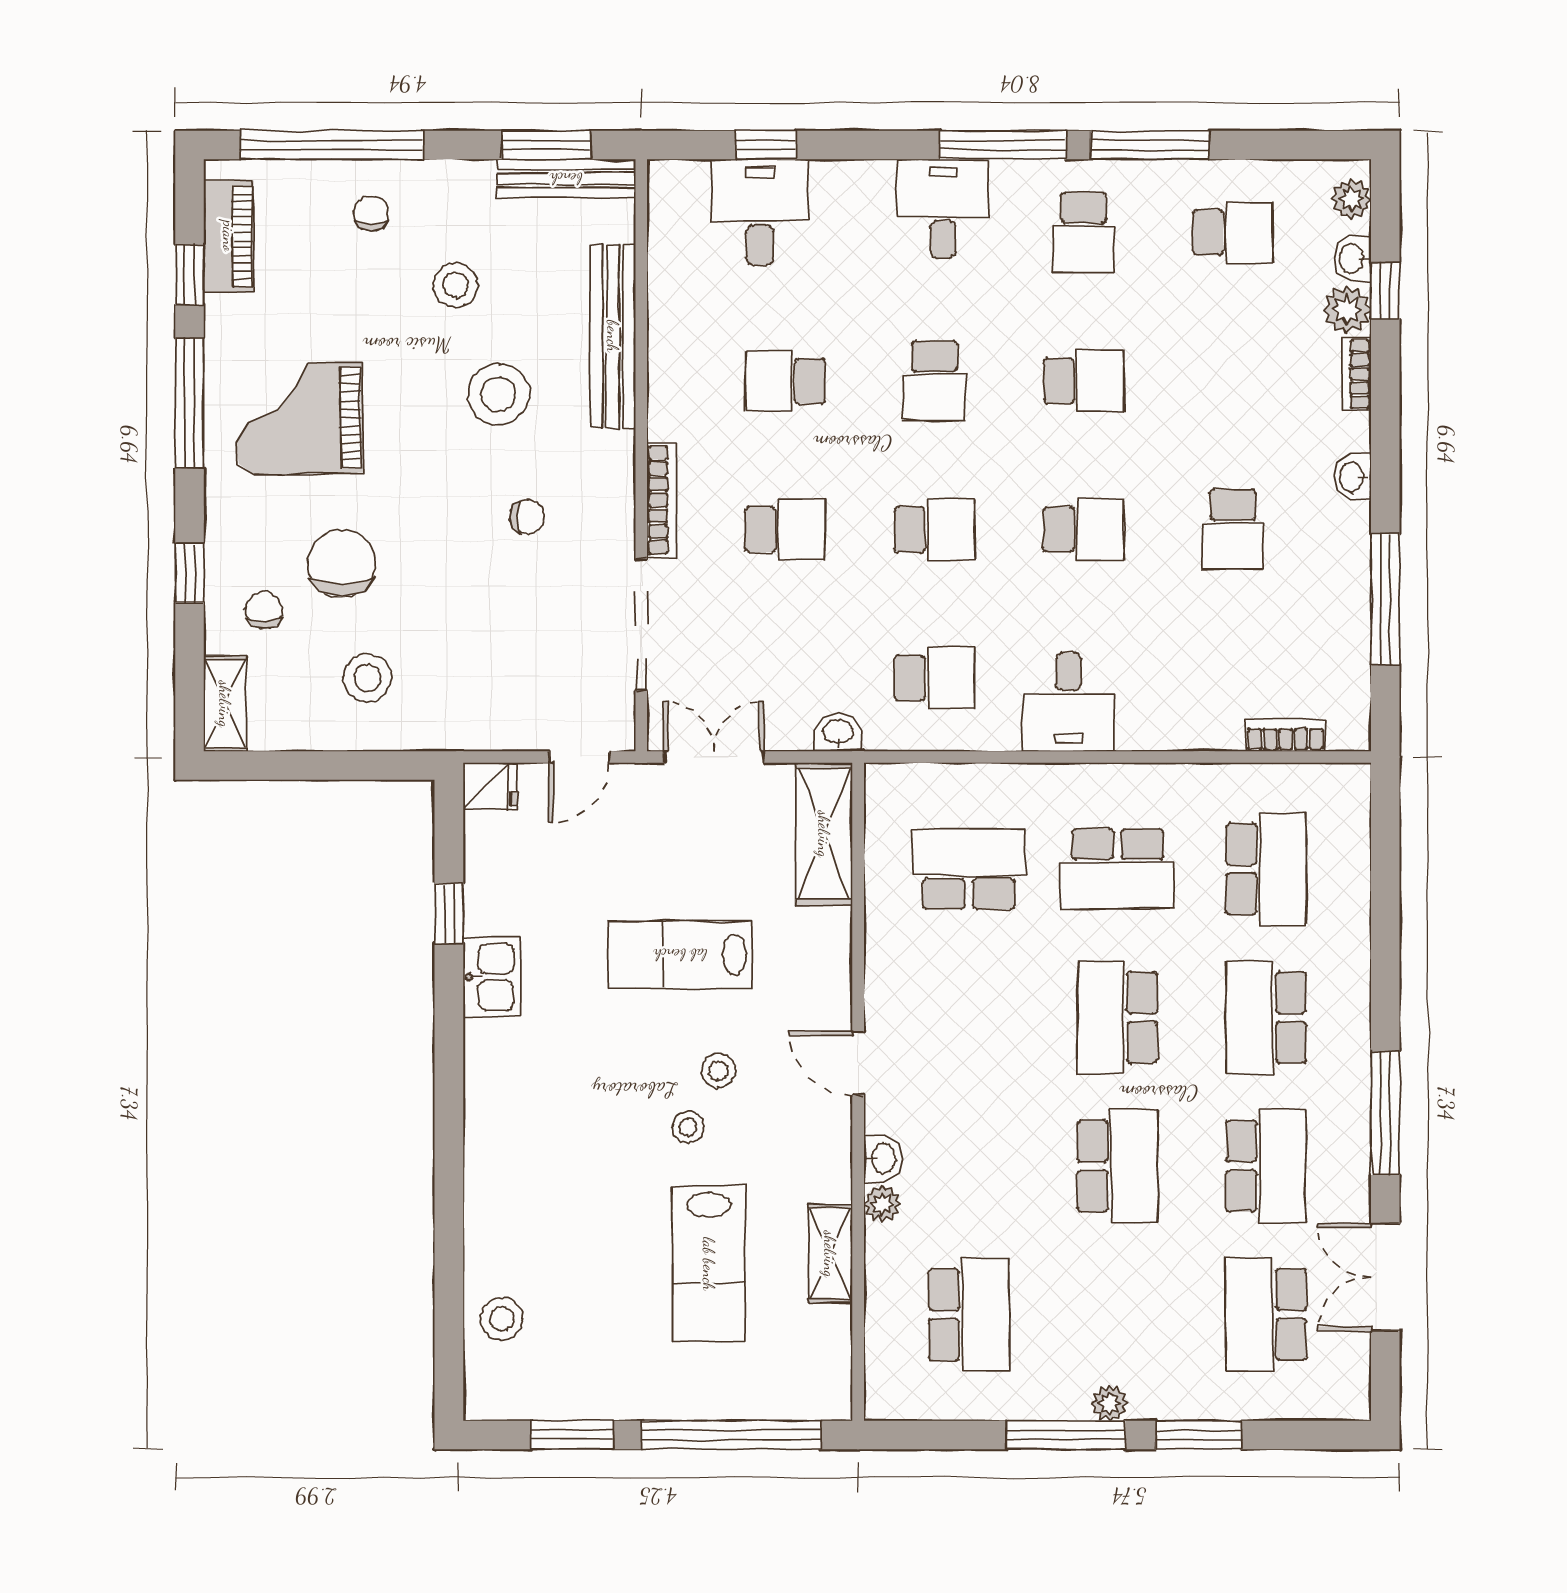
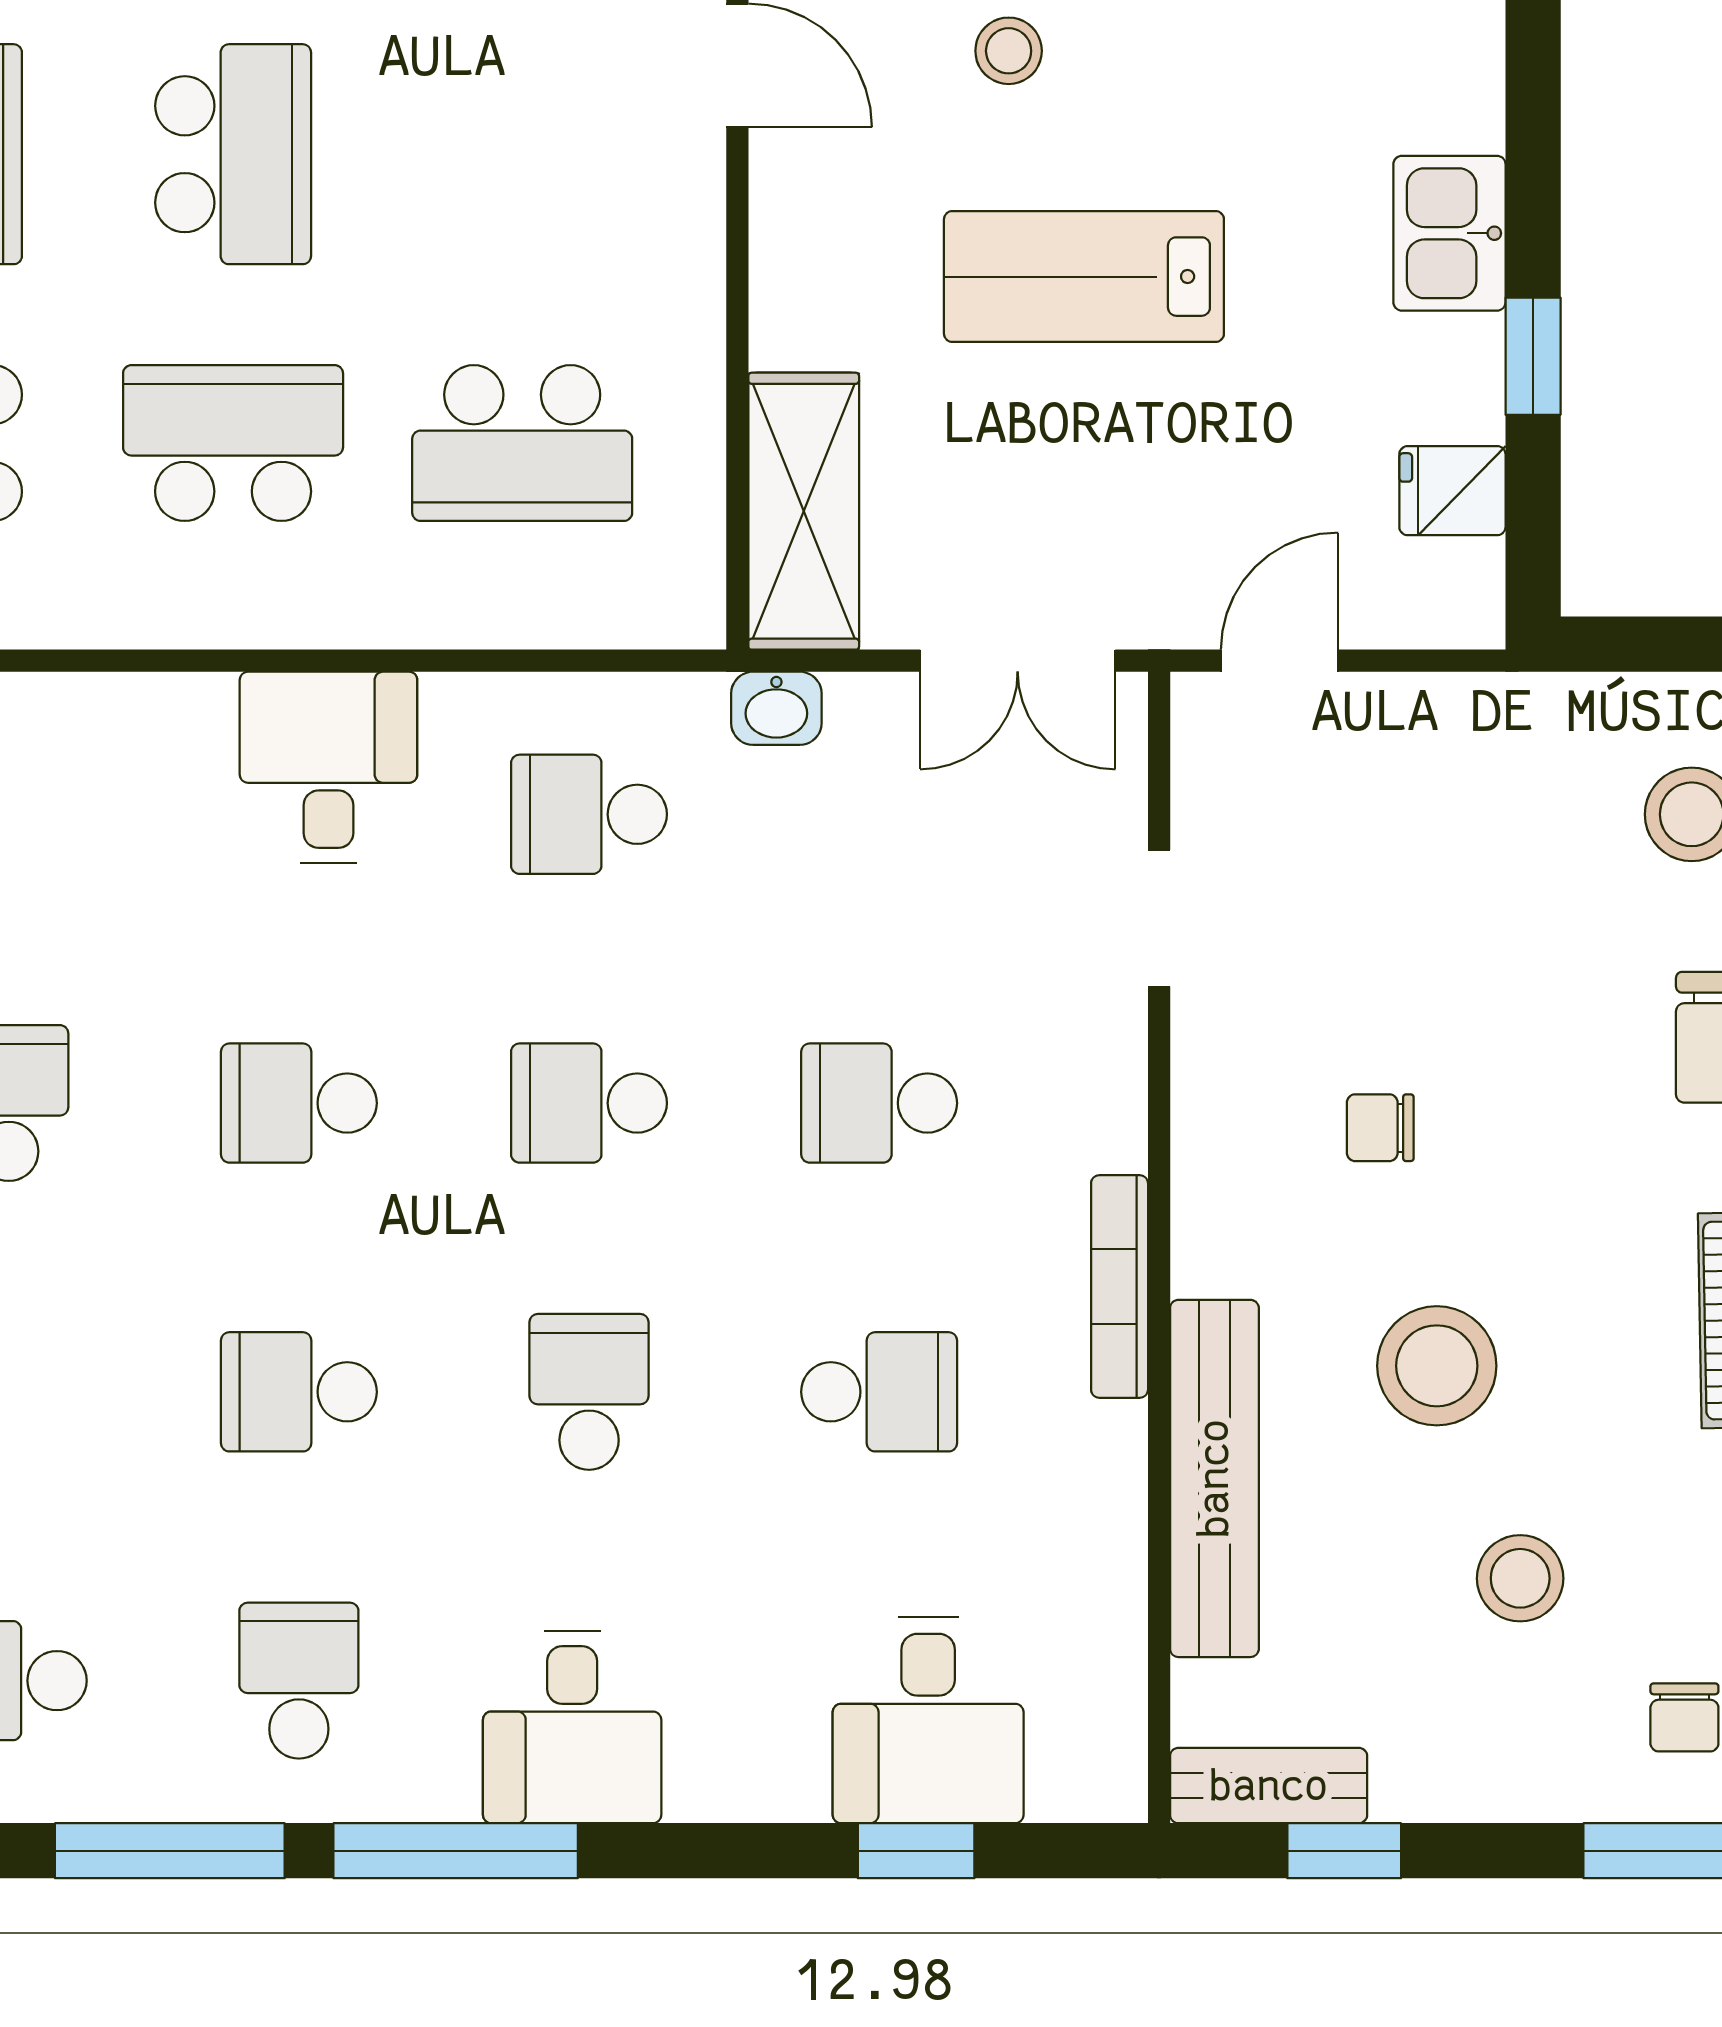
window: (546, 145) -> (1344, 1851), width x0.67
bench: (566, 179) -> (1269, 1786), width x0.73
bookcase: (662, 500) -> (1120, 1286), moved
doorway: (641, 625) -> (1159, 918), width x0.53
fridge: (490, 787) -> (1452, 491), moved
lab bench: (680, 955) -> (1084, 277), turned 180

